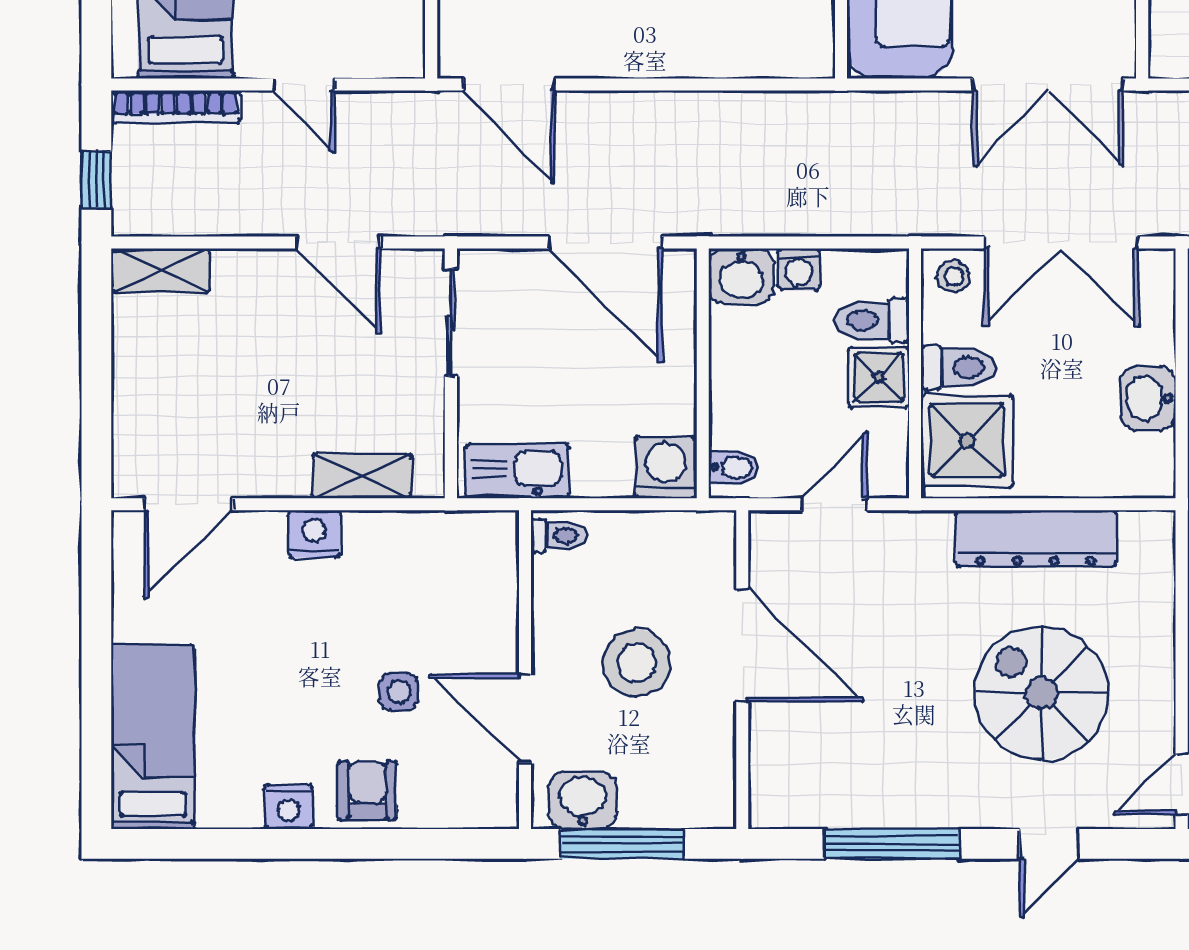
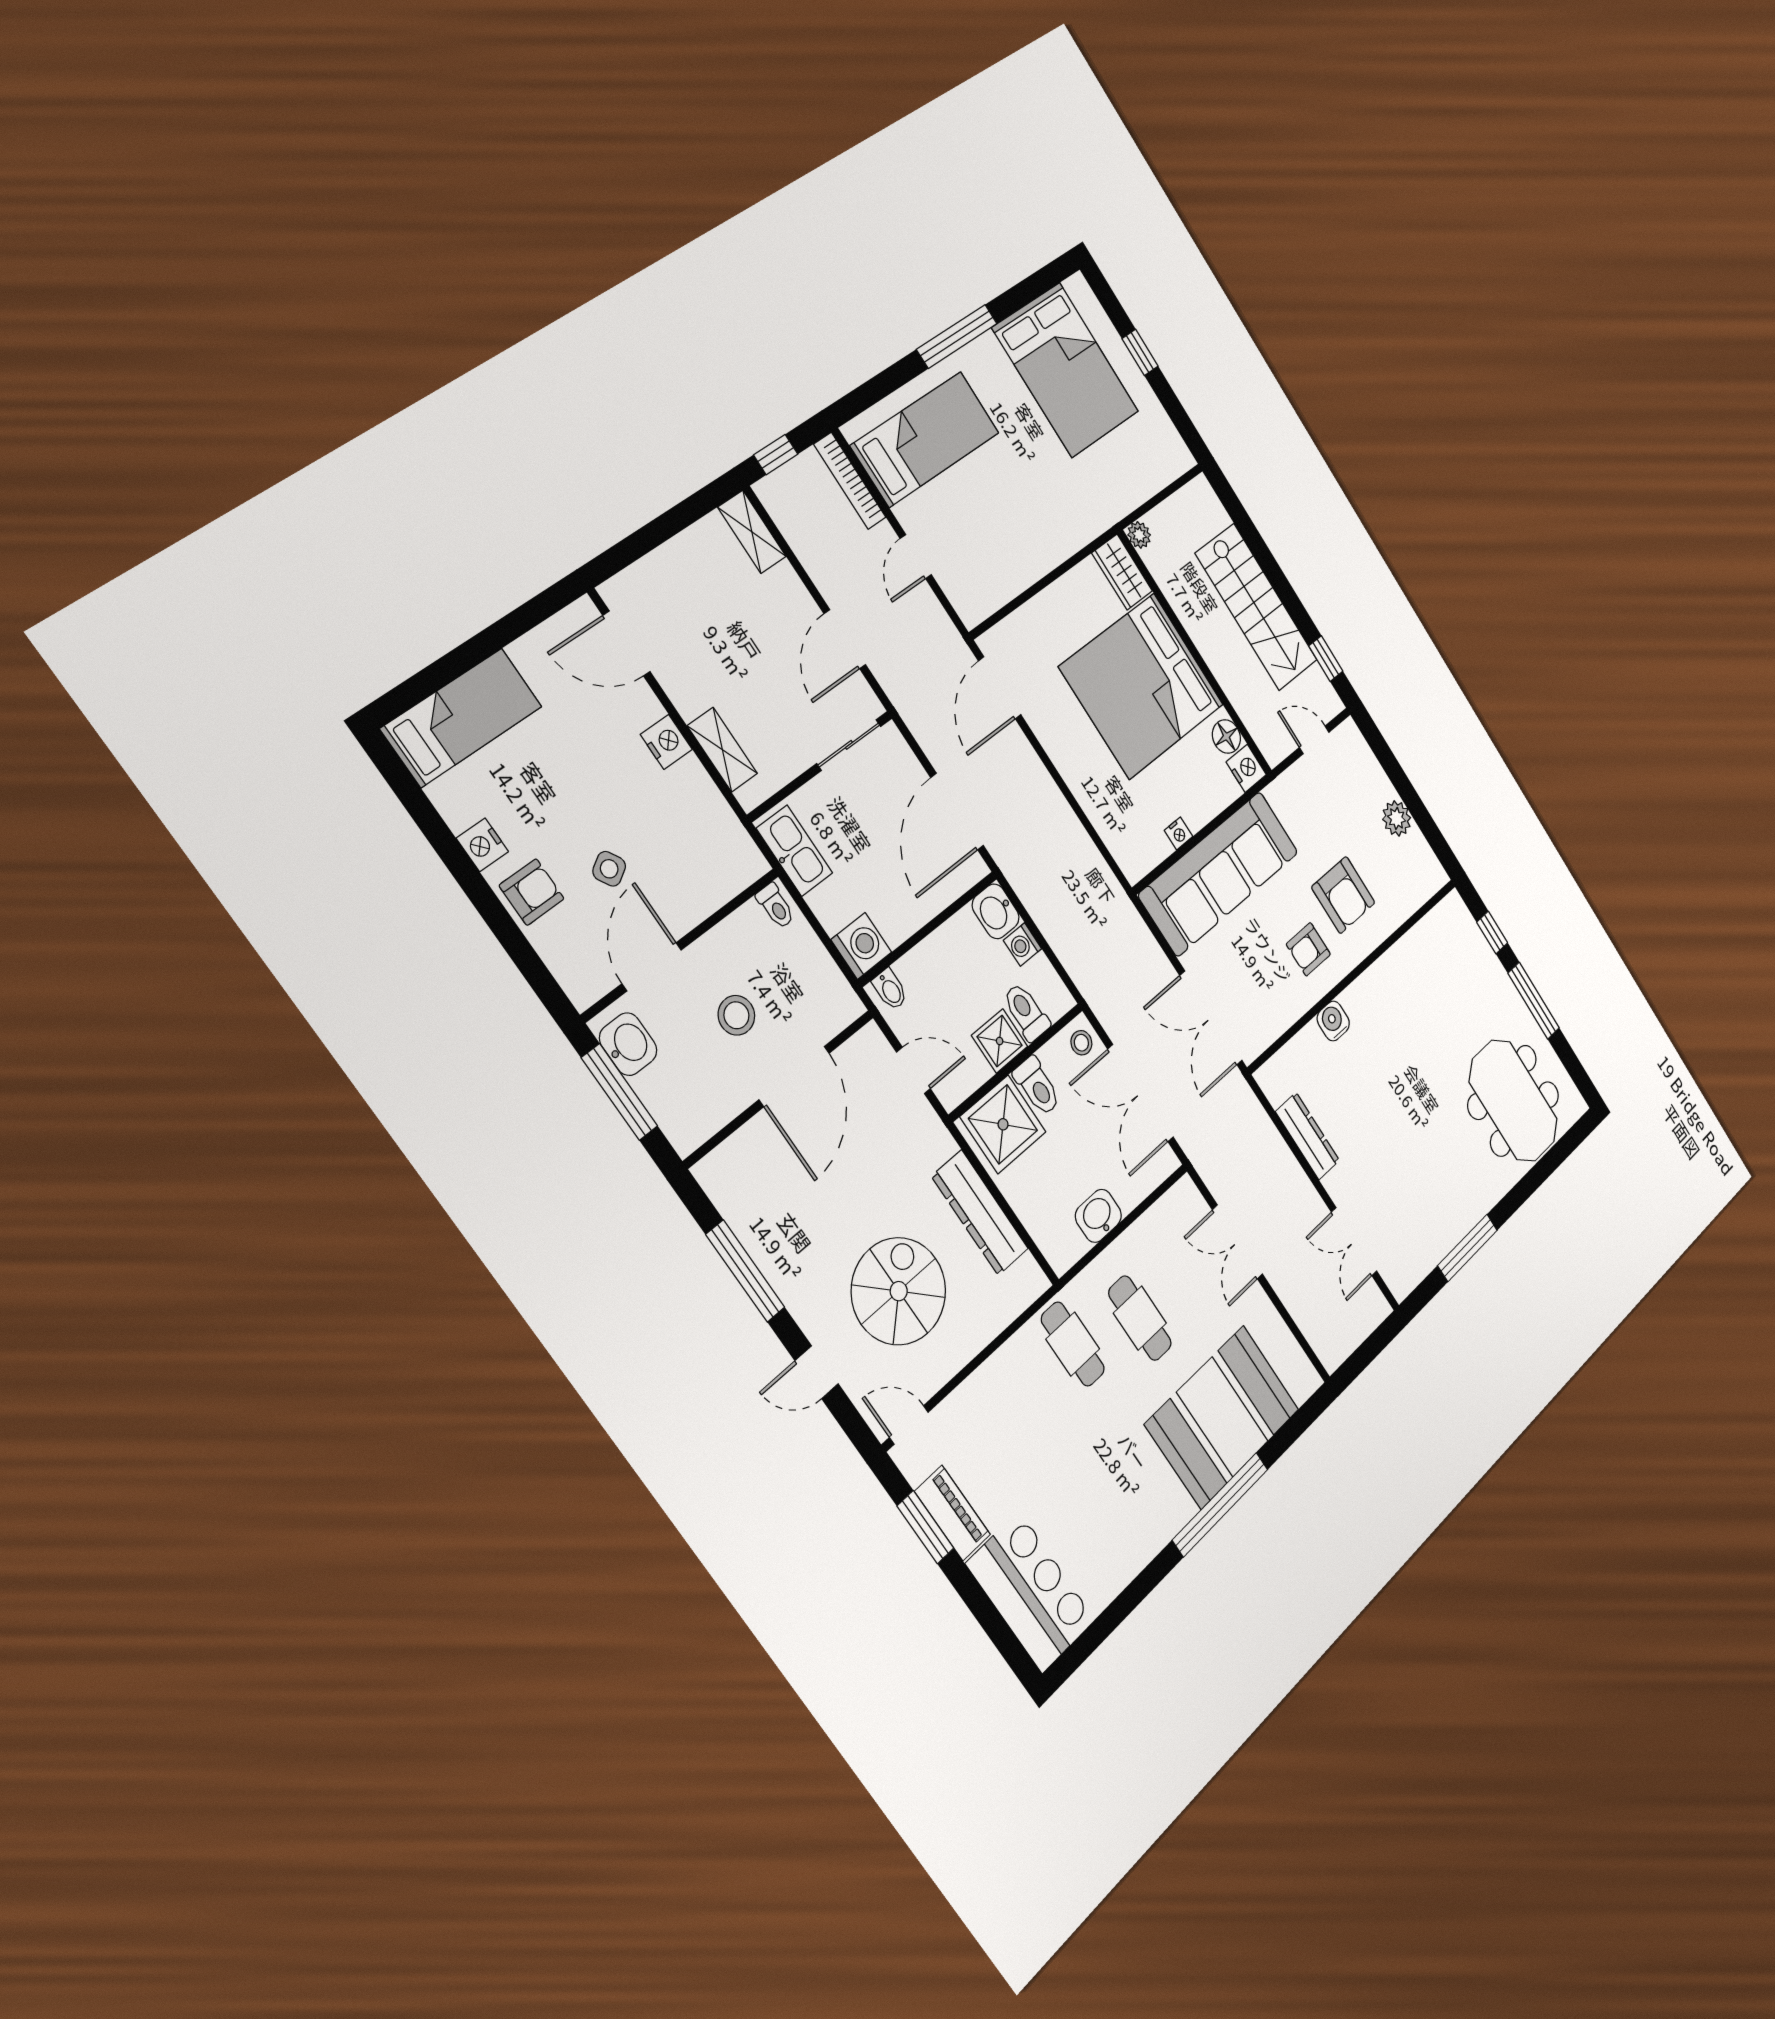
stool: (636, 663) -> (736, 1015), width x0.73, depth x0.73
side table: (399, 692) -> (609, 869), turned -31

